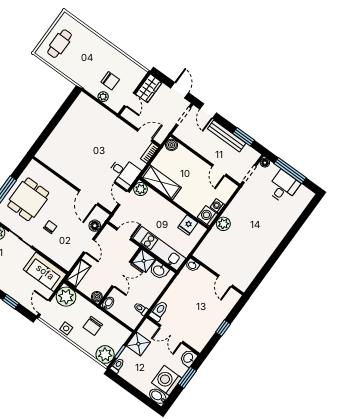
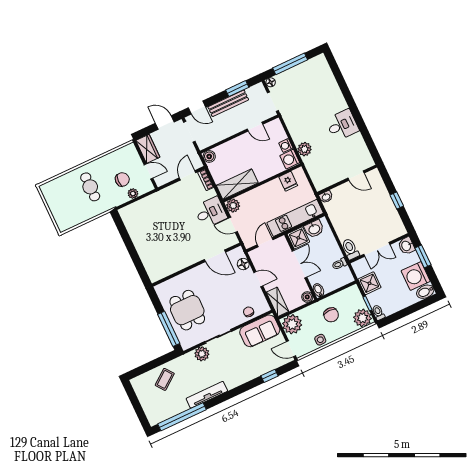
cafe table: (60, 44) -> (90, 187), moved
desk: (283, 187) -> (342, 125), moved, turned 90
chair: (50, 227) -> (249, 312), moved

